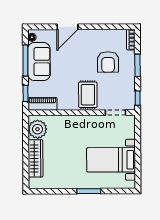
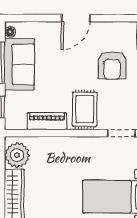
door: (67, 27) -> (76, 18), moved
piano: (42, 104) -> (47, 121), moved

